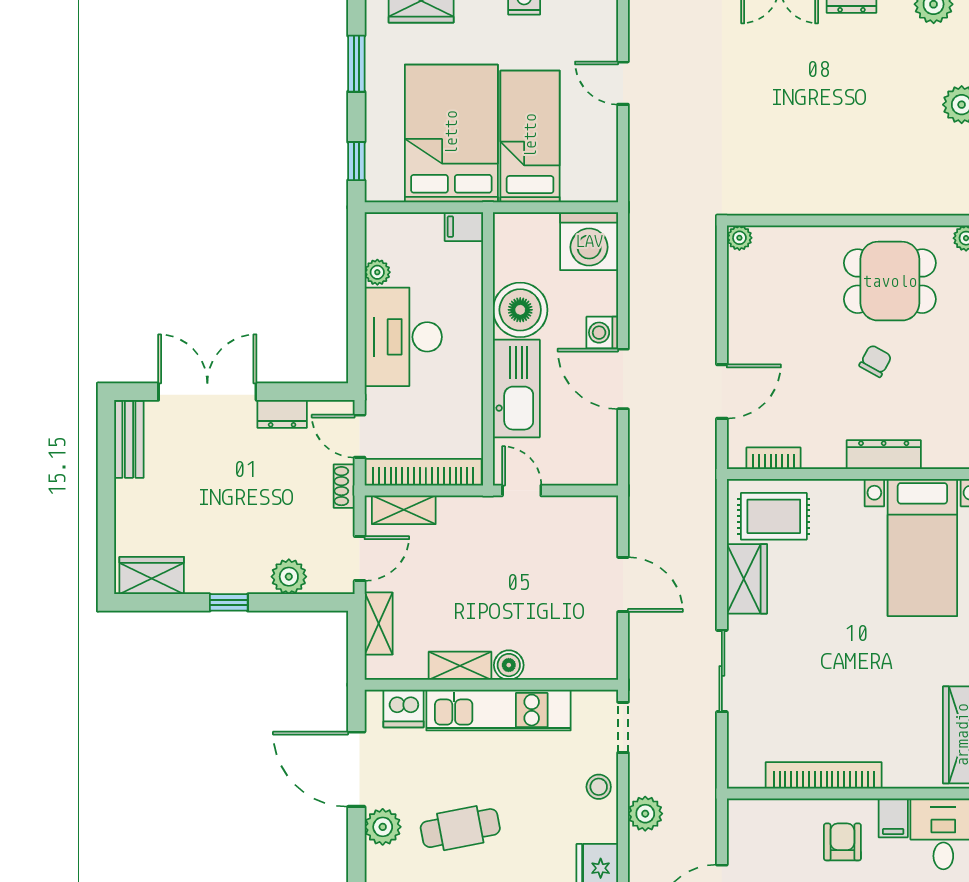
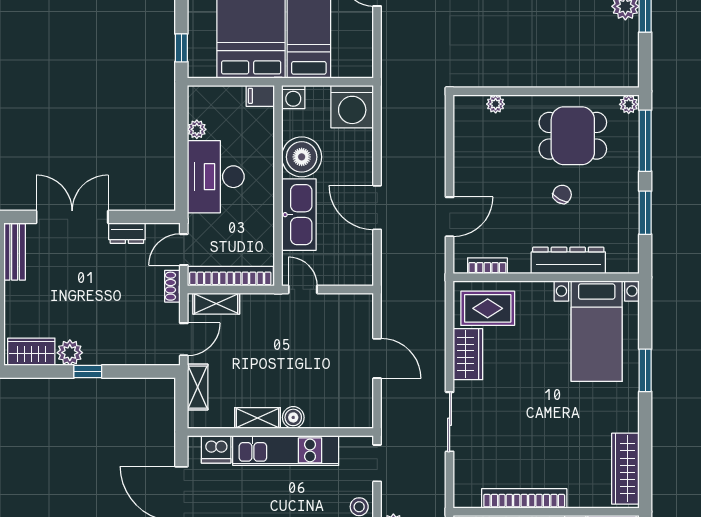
plant: (739, 238) -> (496, 104), moved
washing machine: (602, 333) -> (293, 97), moved, turned -90
door: (360, 436) -> (184, 250), hinge flipped
dresser: (884, 455) -> (568, 260), width x1.37, depth x1.24
plant: (289, 577) -> (70, 353), moved

